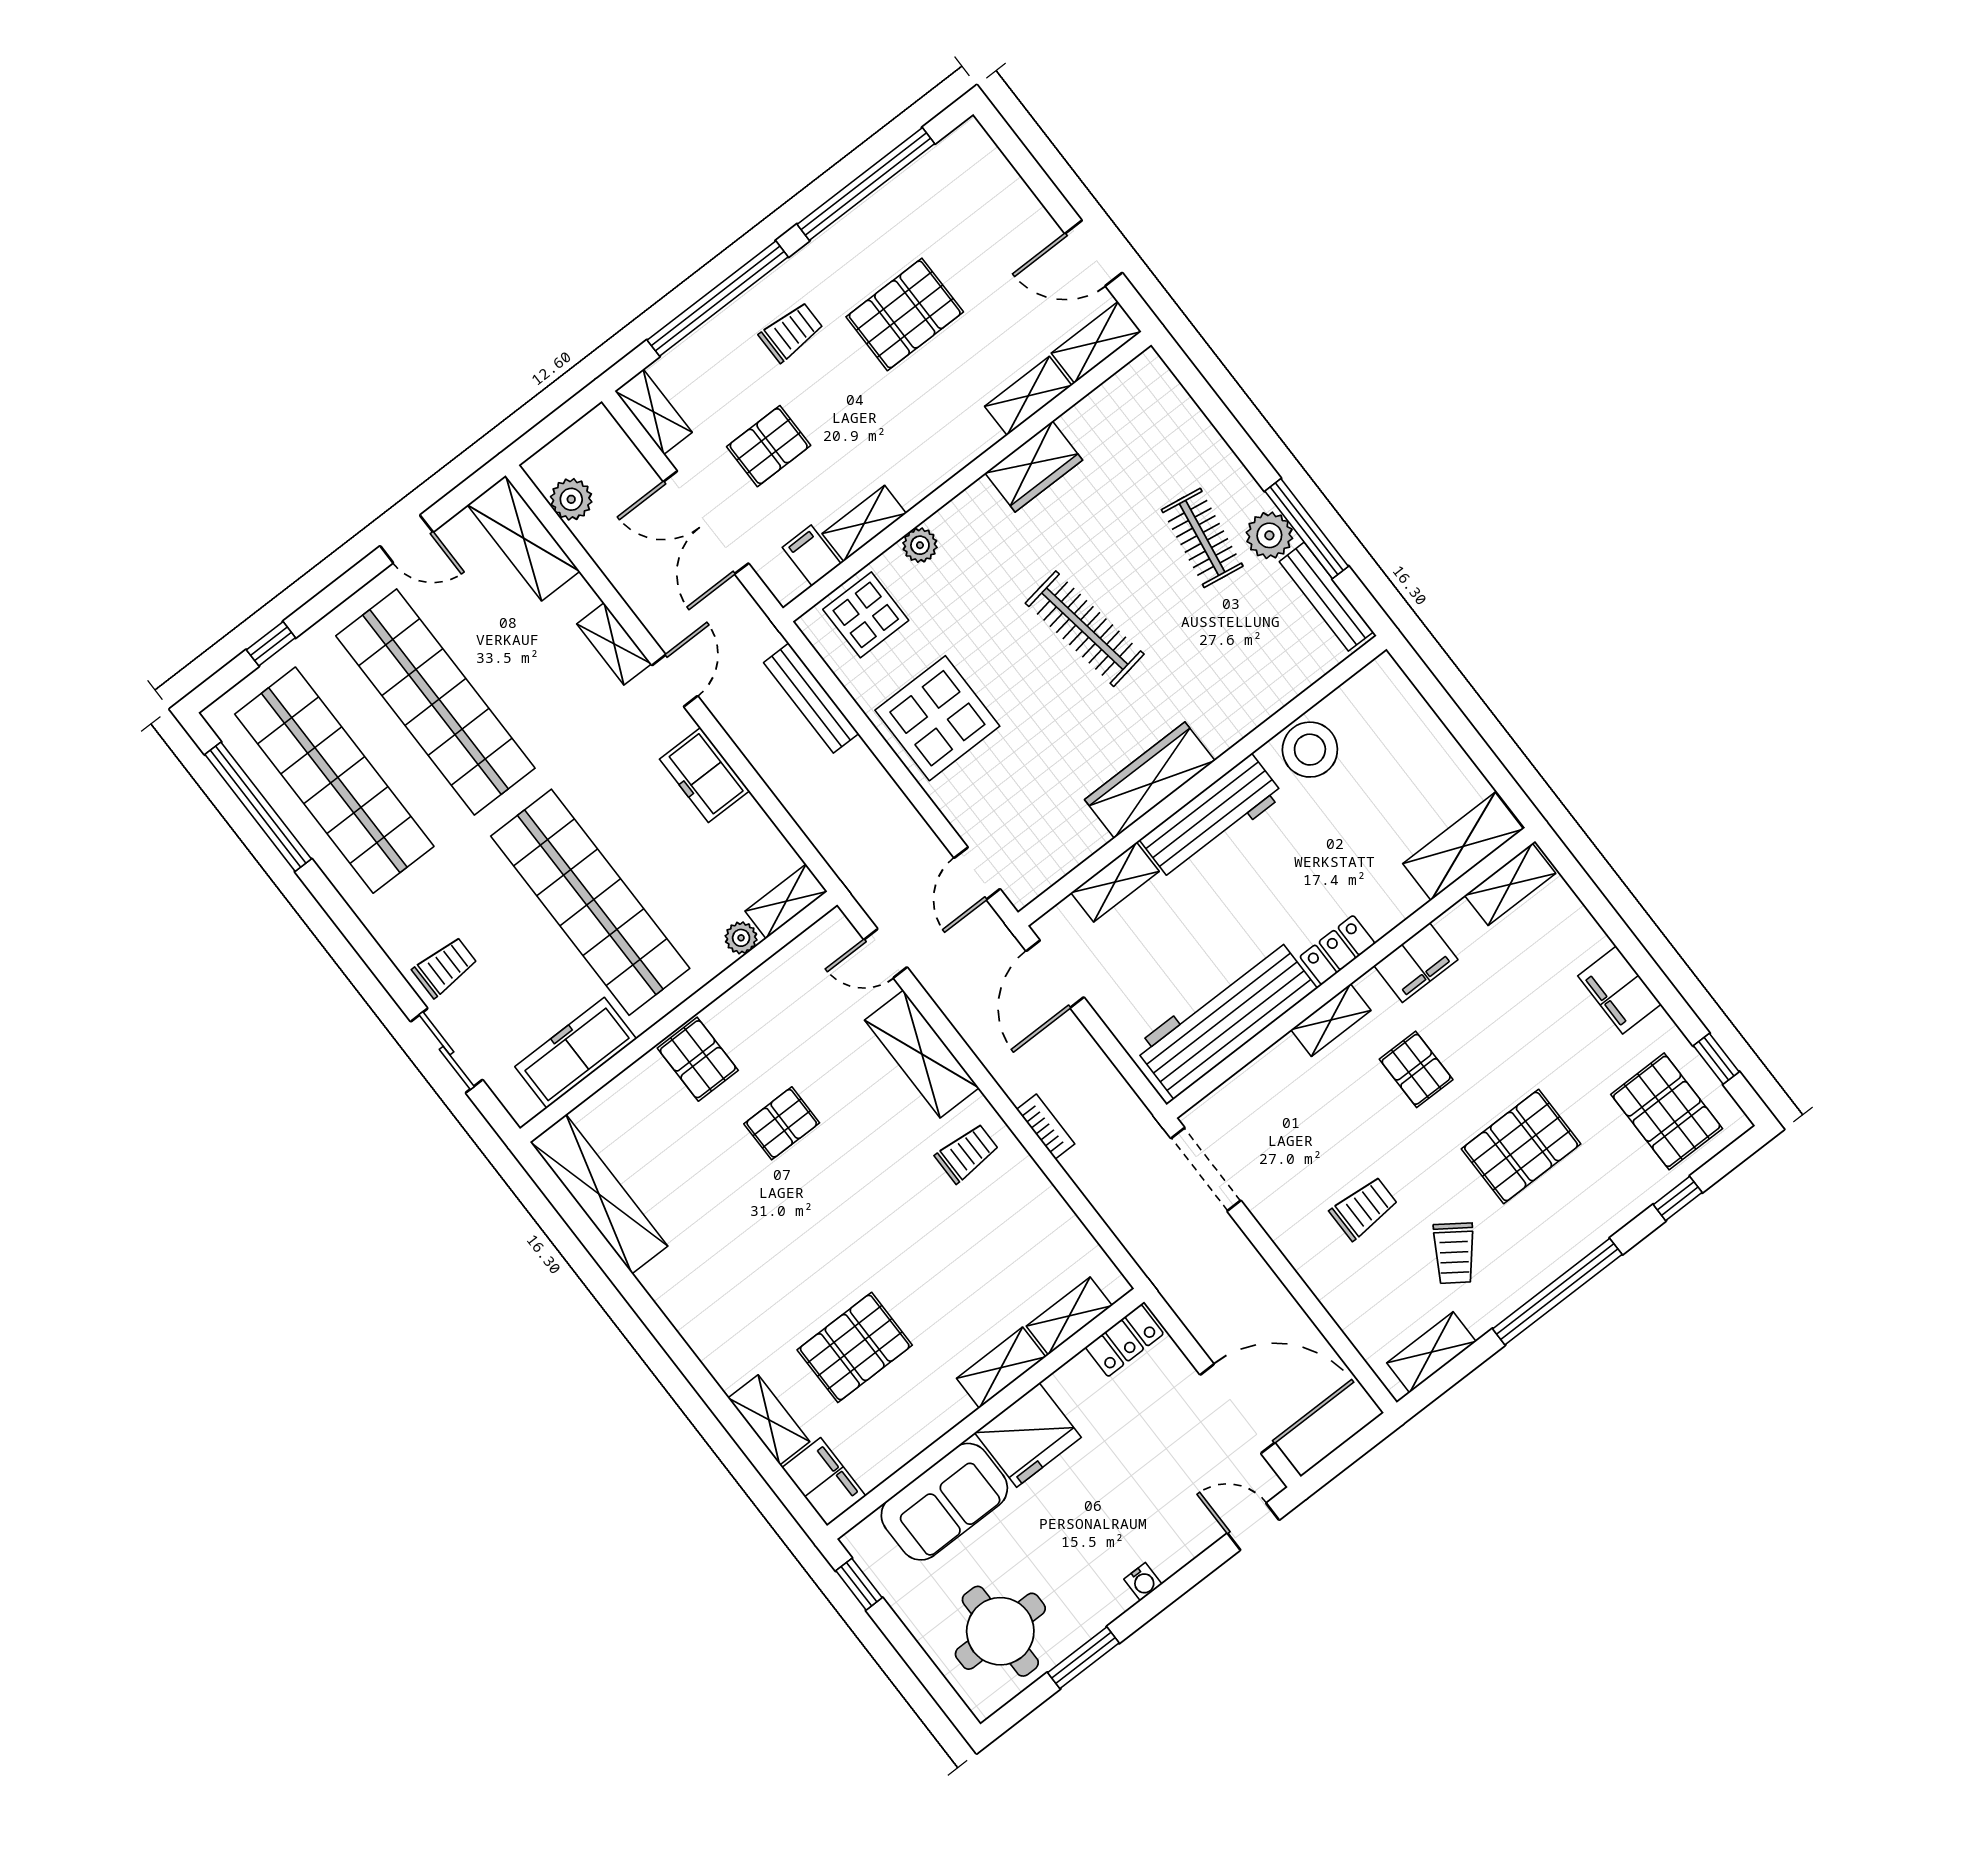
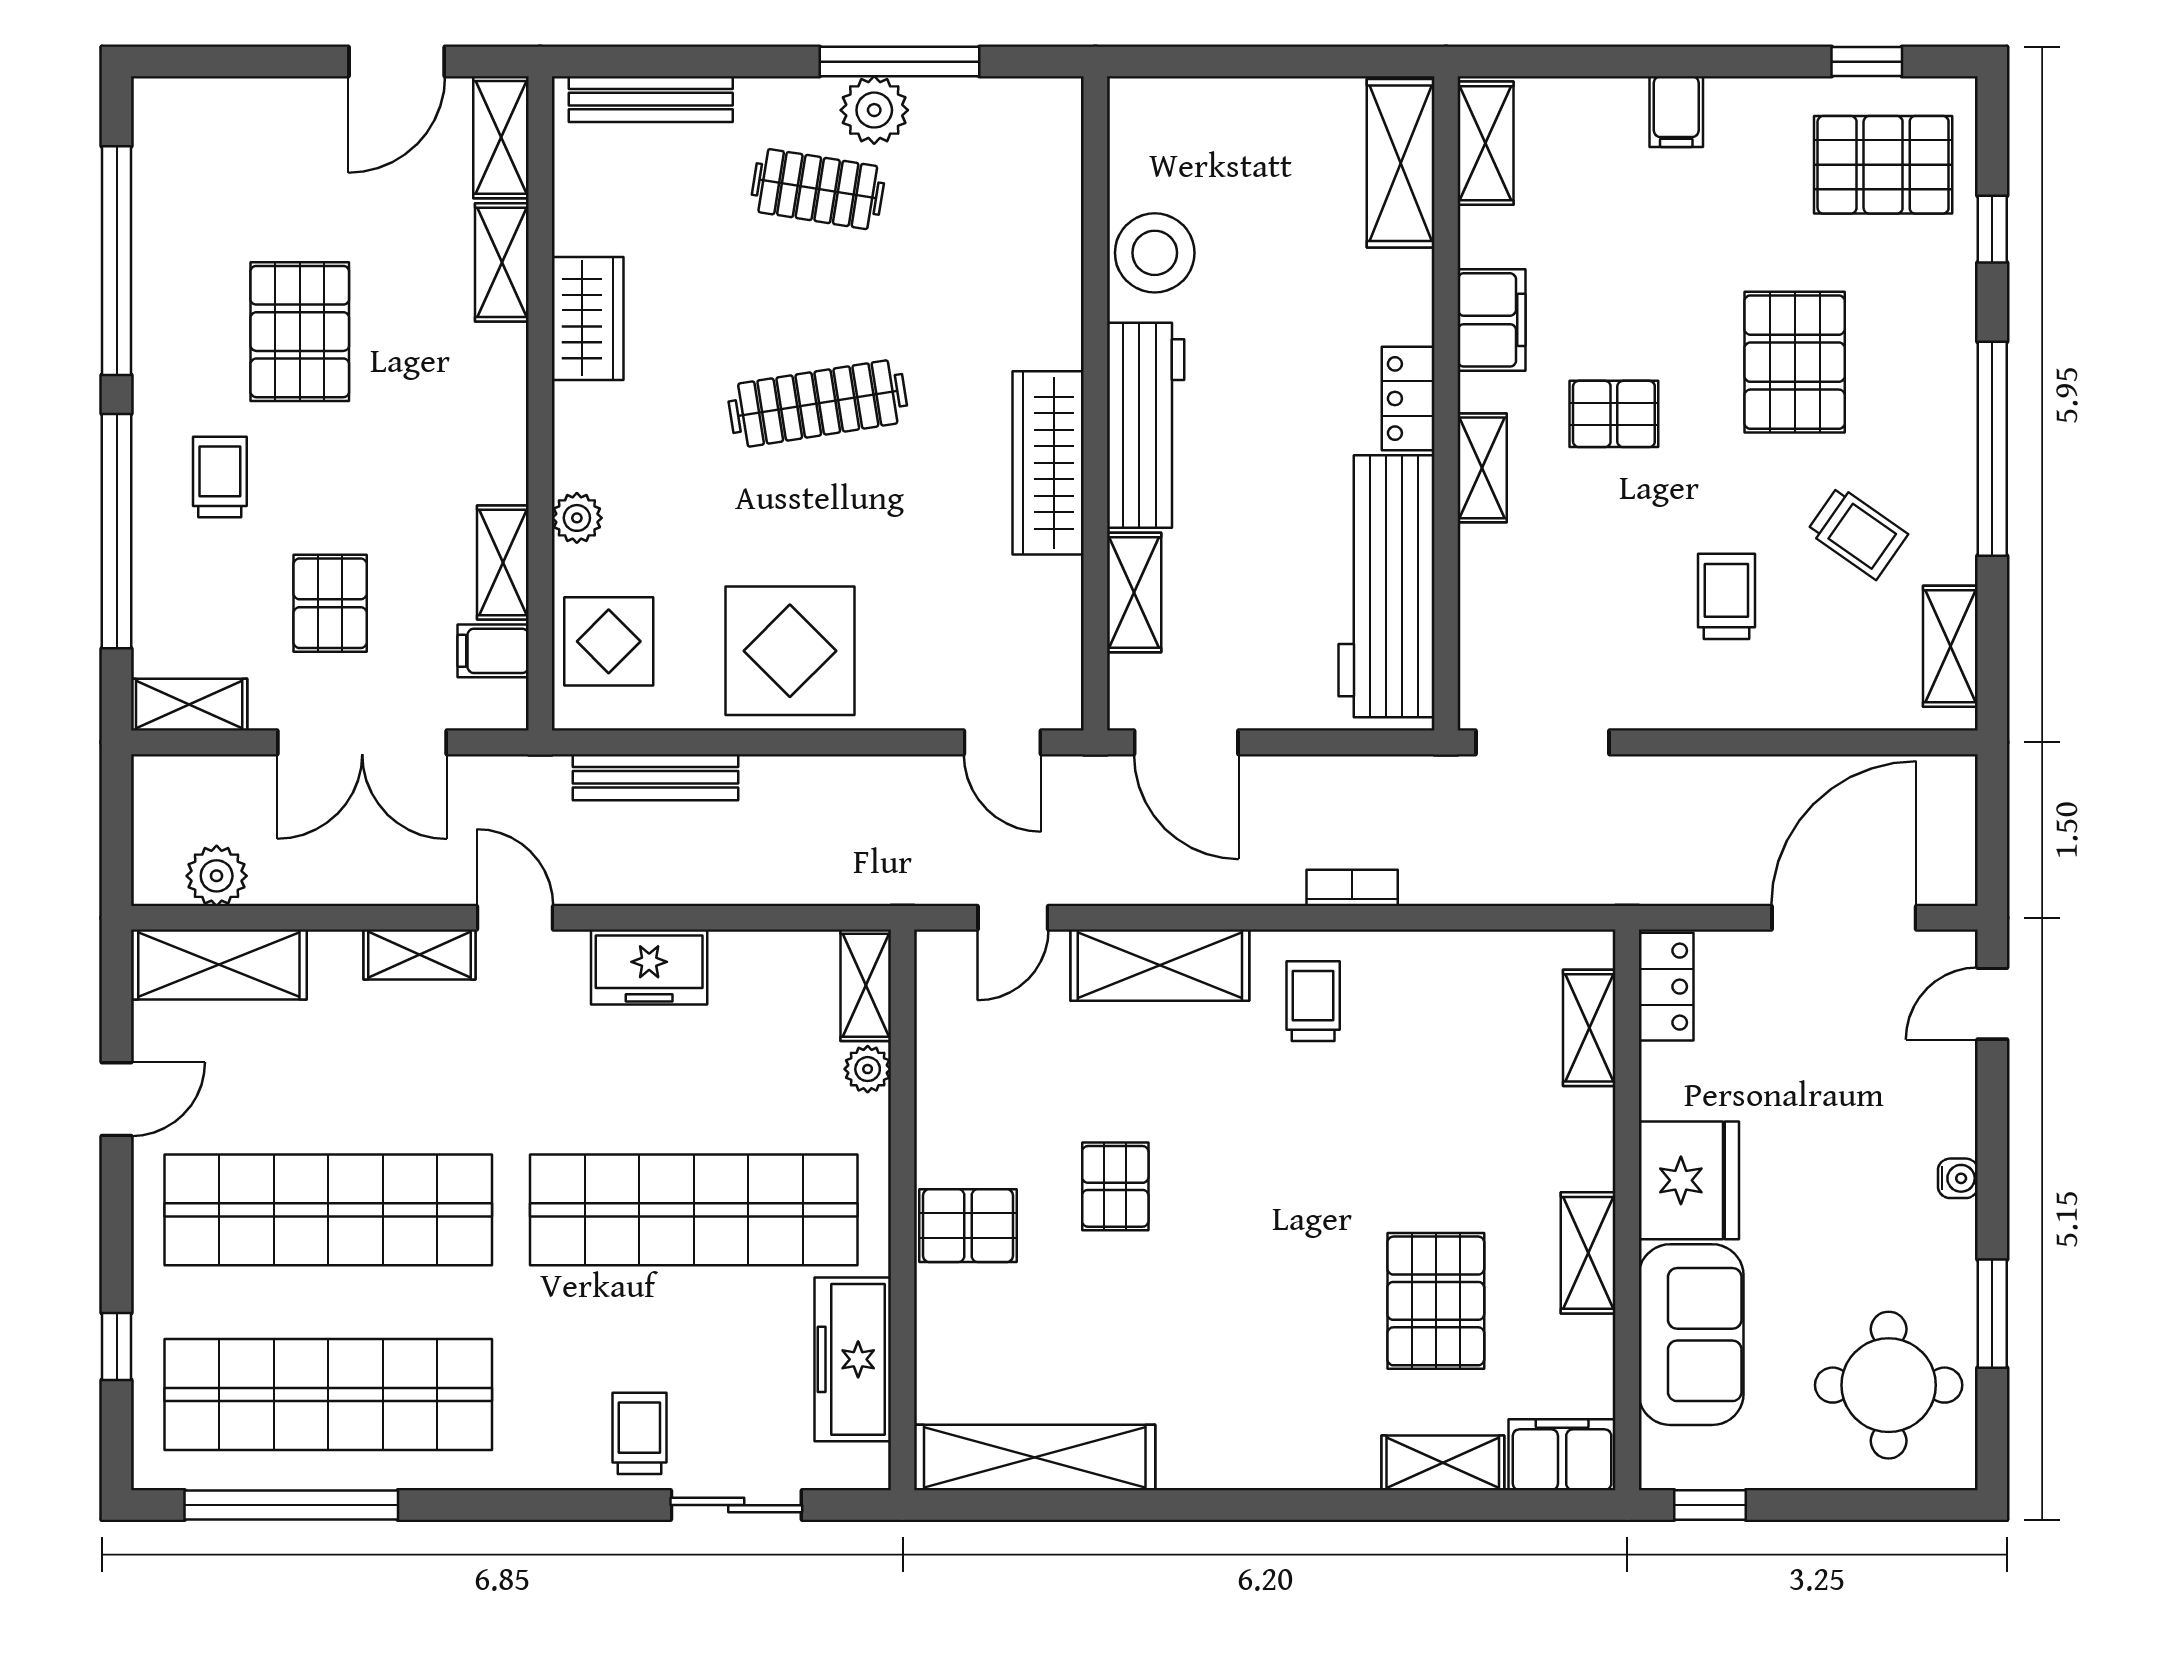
bench: (1326, 597) -> (651, 99), moved
filing cabinet: (1619, 990) -> (1676, 112), width x0.50
shelving: (1001, 1368) -> (1588, 1253), moved

